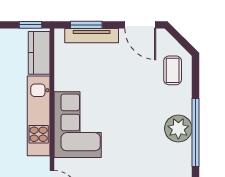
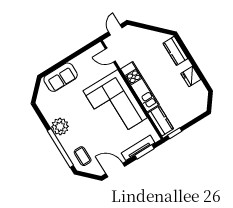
corner sofa: (78, 125) -> (115, 104), width x1.36, depth x1.36
window: (195, 132) -> (60, 148), moved

